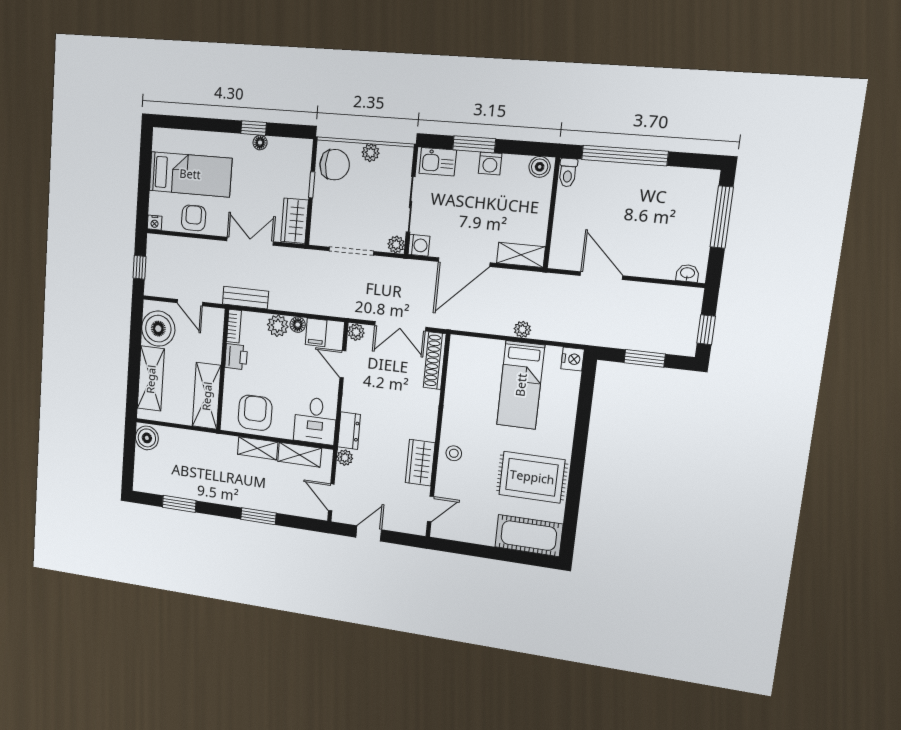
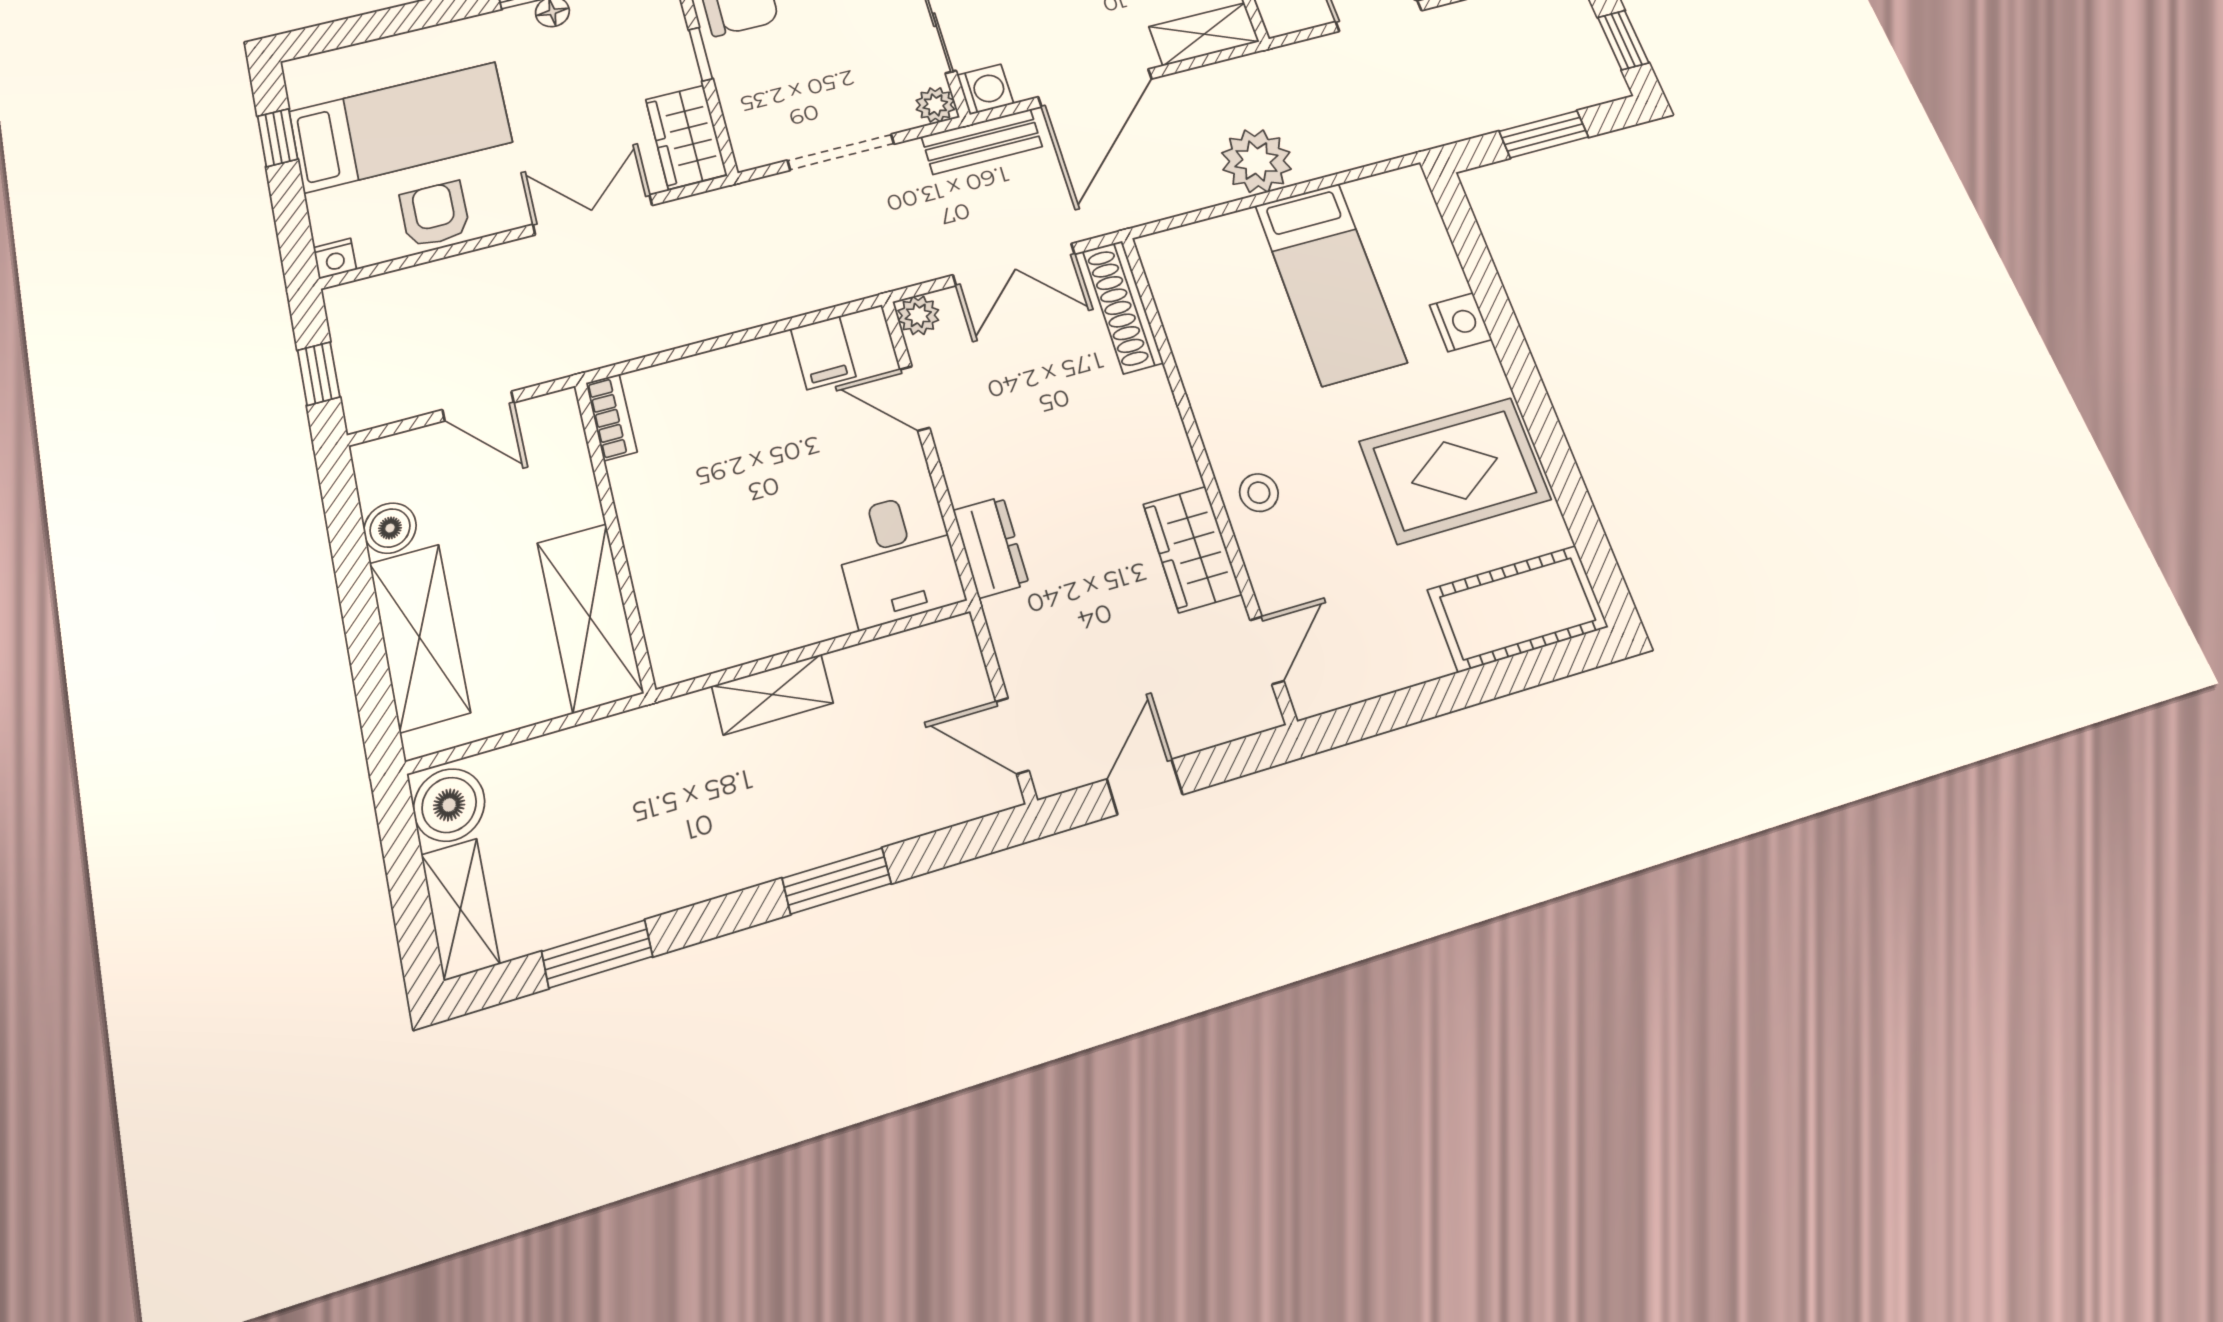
window: (145, 162) -> (278, 138), added
bench: (245, 298) -> (982, 142), moved
floor lamp: (298, 325) -> (772, 353), removed
plant: (278, 326) -> (723, 374), removed
boiler: (158, 329) -> (390, 528), width x0.54, depth x0.54
plant: (522, 329) -> (1256, 161), width x1.87, depth x1.87
printer: (236, 357) -> (640, 487), removed
nightstand: (573, 359) -> (1461, 322), moved
armchair: (255, 413) -> (735, 606), removed
shelving: (300, 455) -> (460, 909), moved, turned 90
plant: (345, 458) -> (1007, 618), removed

